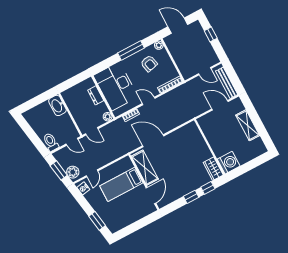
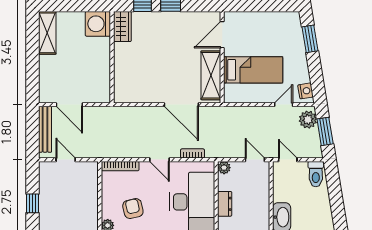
shelving: (248, 125) -> (47, 33), moved

